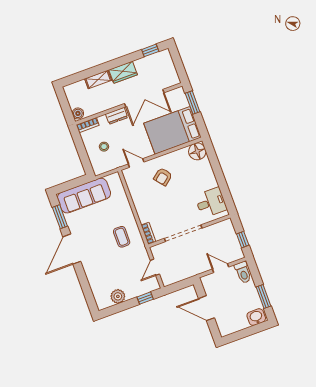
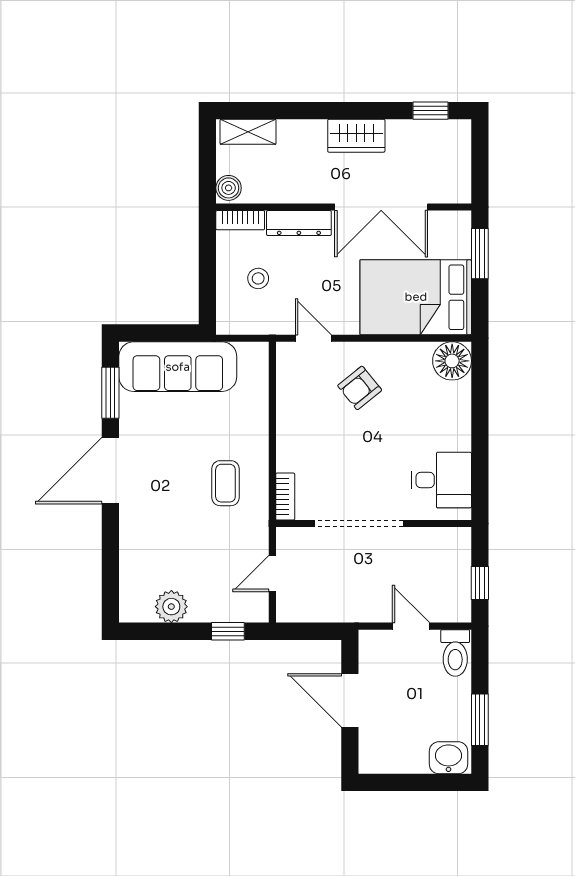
shelving: (98, 80) -> (248, 132), moved
dresser: (117, 116) -> (299, 223), width x1.44

